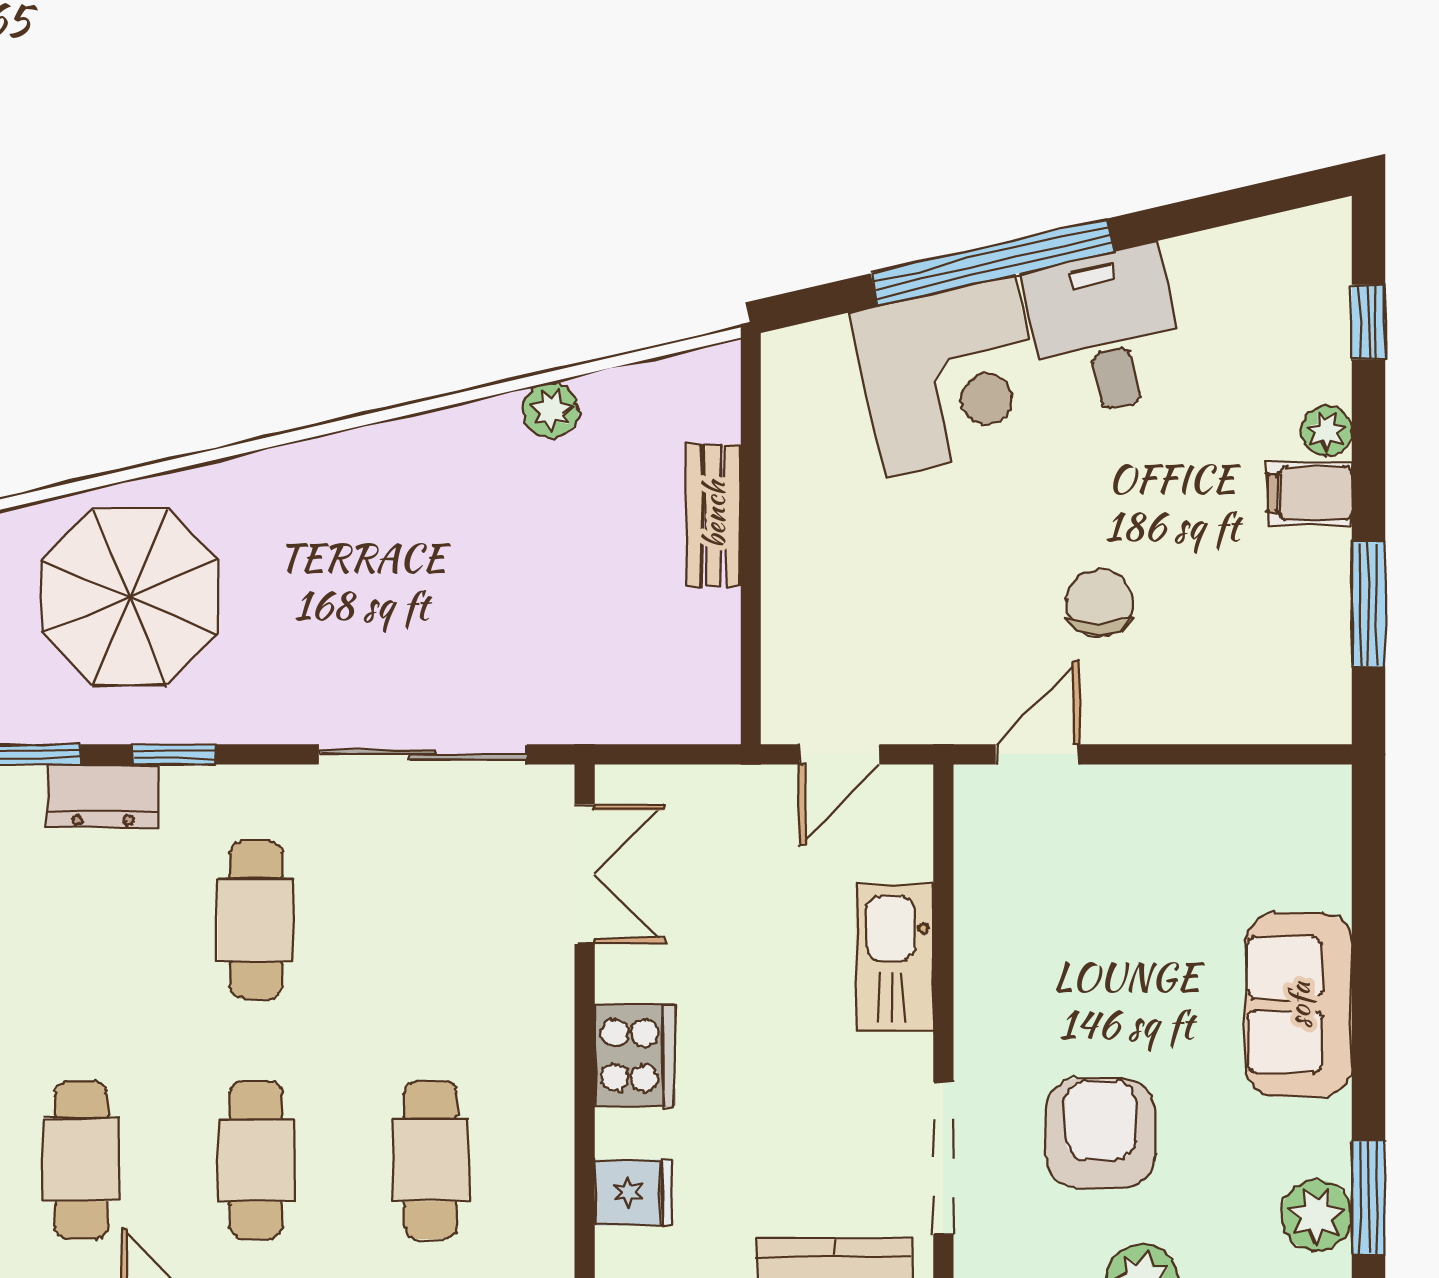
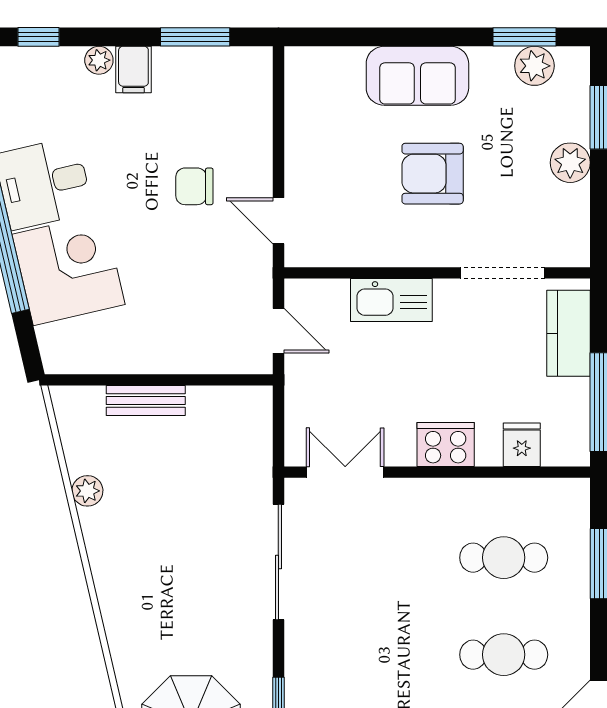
cafe table: (256, 920) -> (370, 655), removed
armchair: (1100, 1133) -> (433, 174), moved

